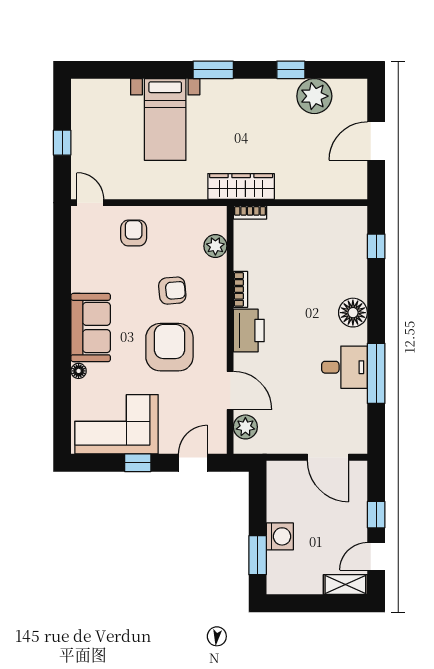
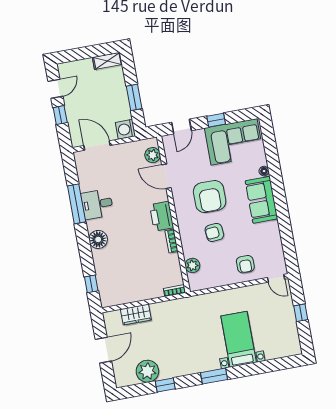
wardrobe: (241, 186) -> (136, 315), moved, width x0.67
washing machine: (280, 536) -> (125, 129), moved
window: (258, 555) -> (134, 97), moved
shelving: (345, 585) -> (107, 61), moved

